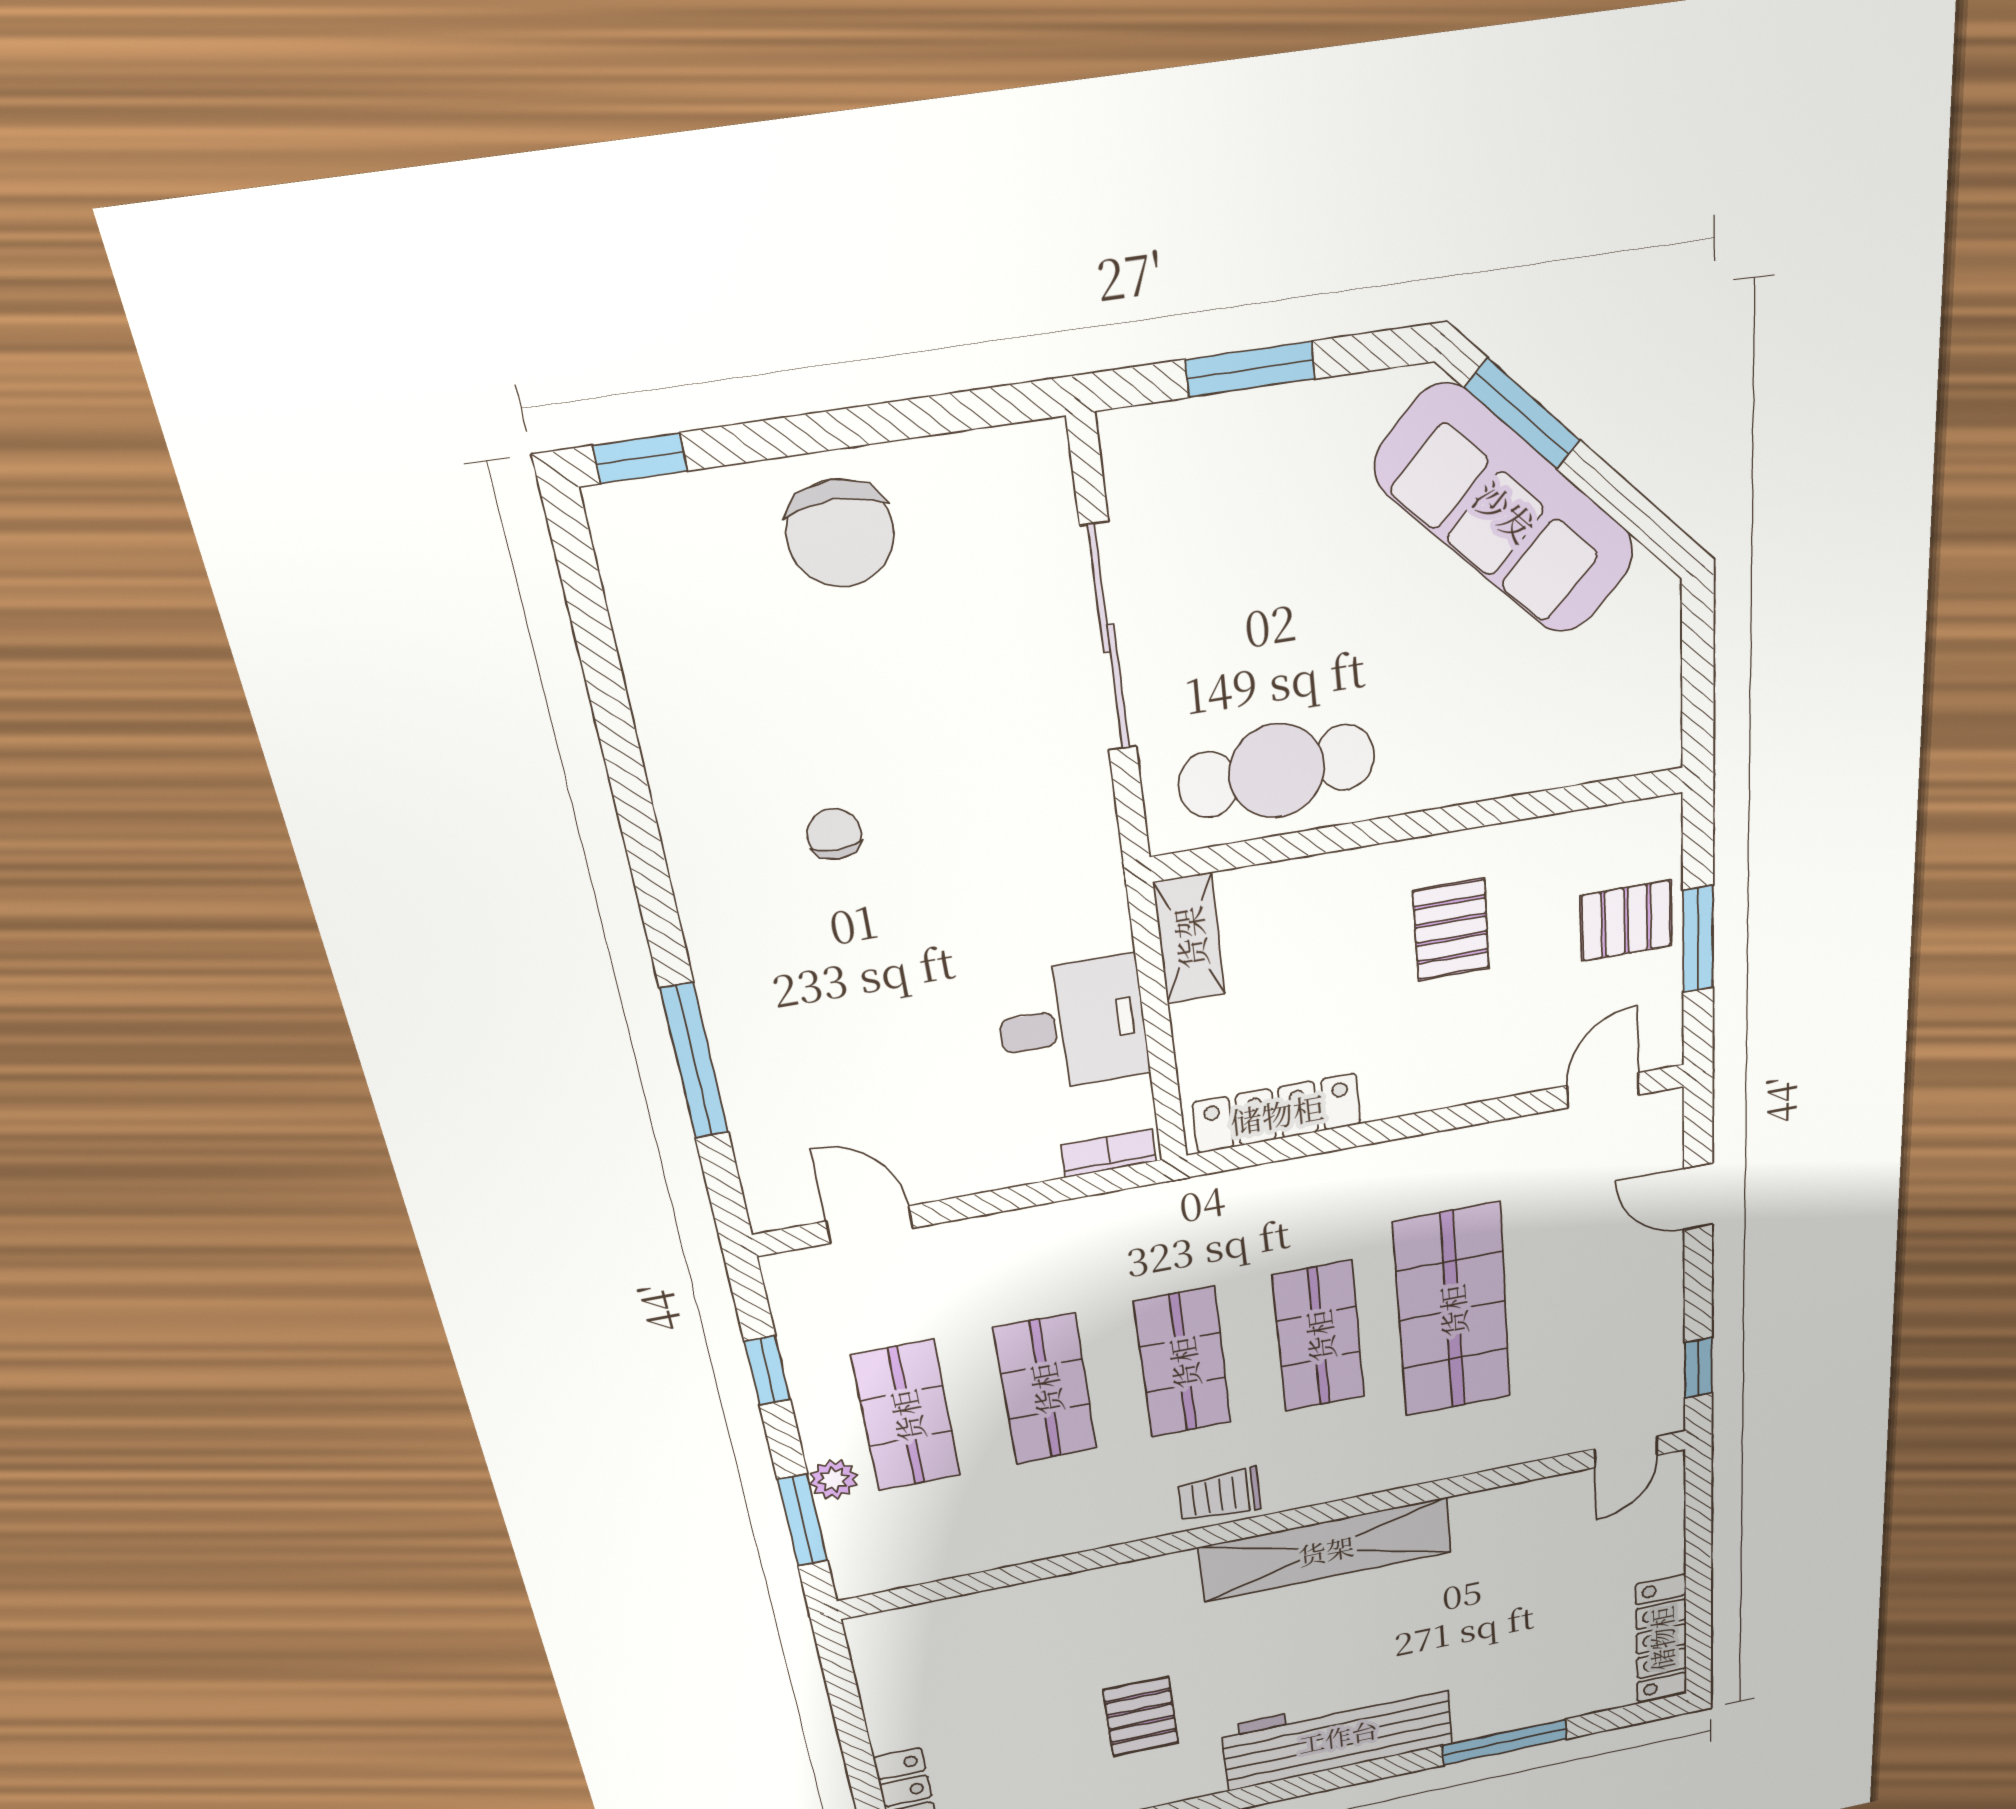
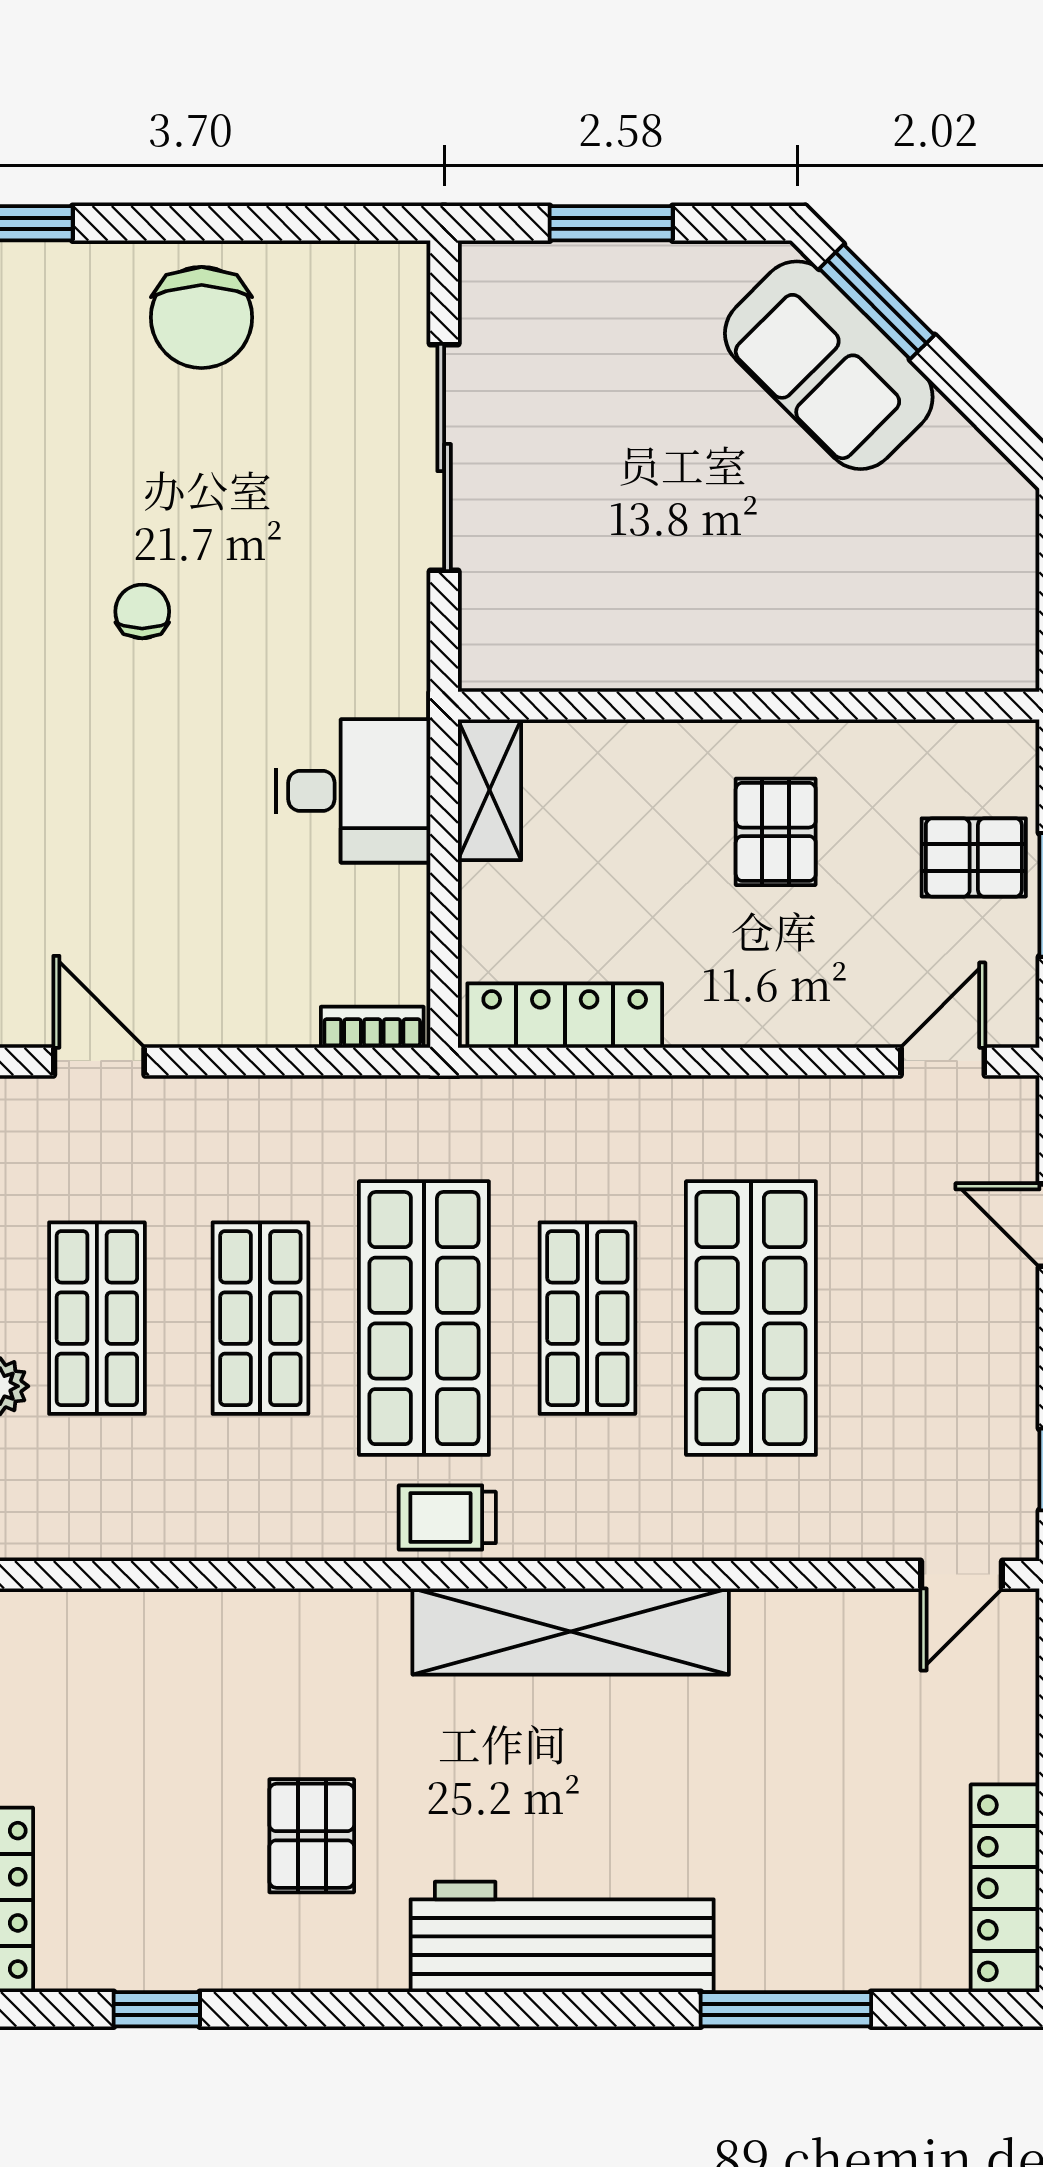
sofa: (1506, 510) -> (829, 365), width x0.73
cafe table: (1277, 771) -> (600, 622), removed
desk: (1073, 1025) -> (353, 791), moved
shop shelf: (1183, 1363) -> (424, 1318), width x1.43, depth x1.36

